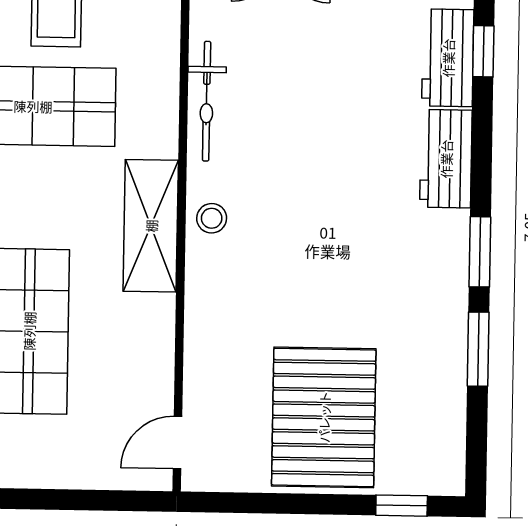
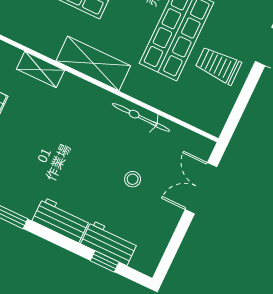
stool: (212, 218) -> (133, 179), moved
shelving: (203, 312) -> (40, 70), added

